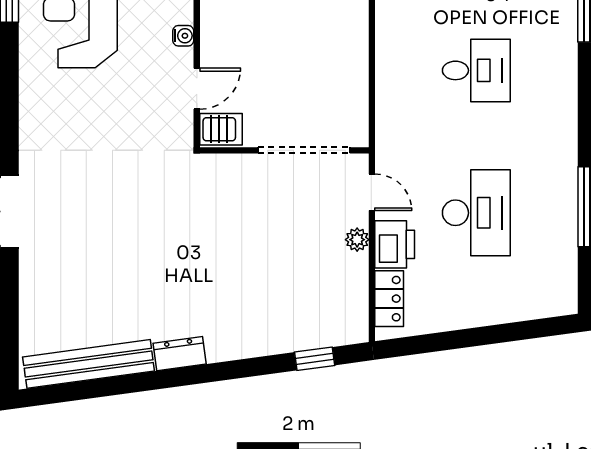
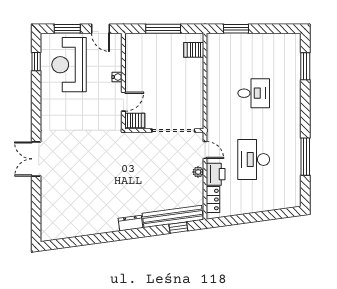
desk: (476, 213) -> (254, 159), turned 180
dresser: (180, 354) -> (131, 223), moved
bench: (89, 364) -> (173, 216), moved

